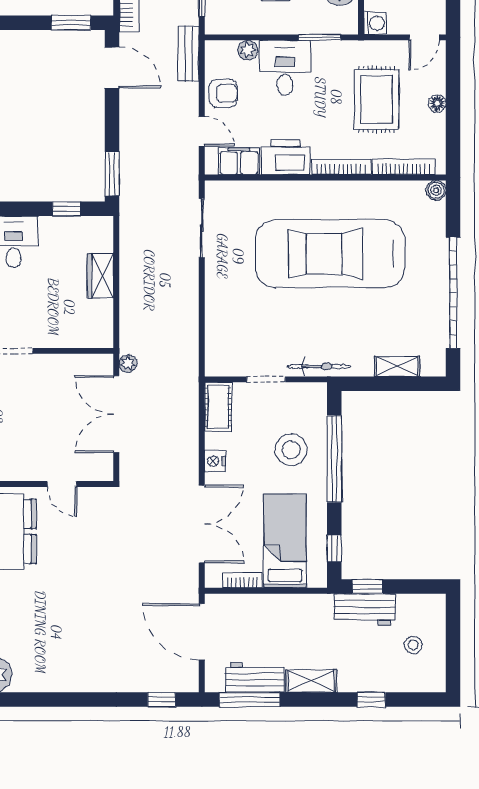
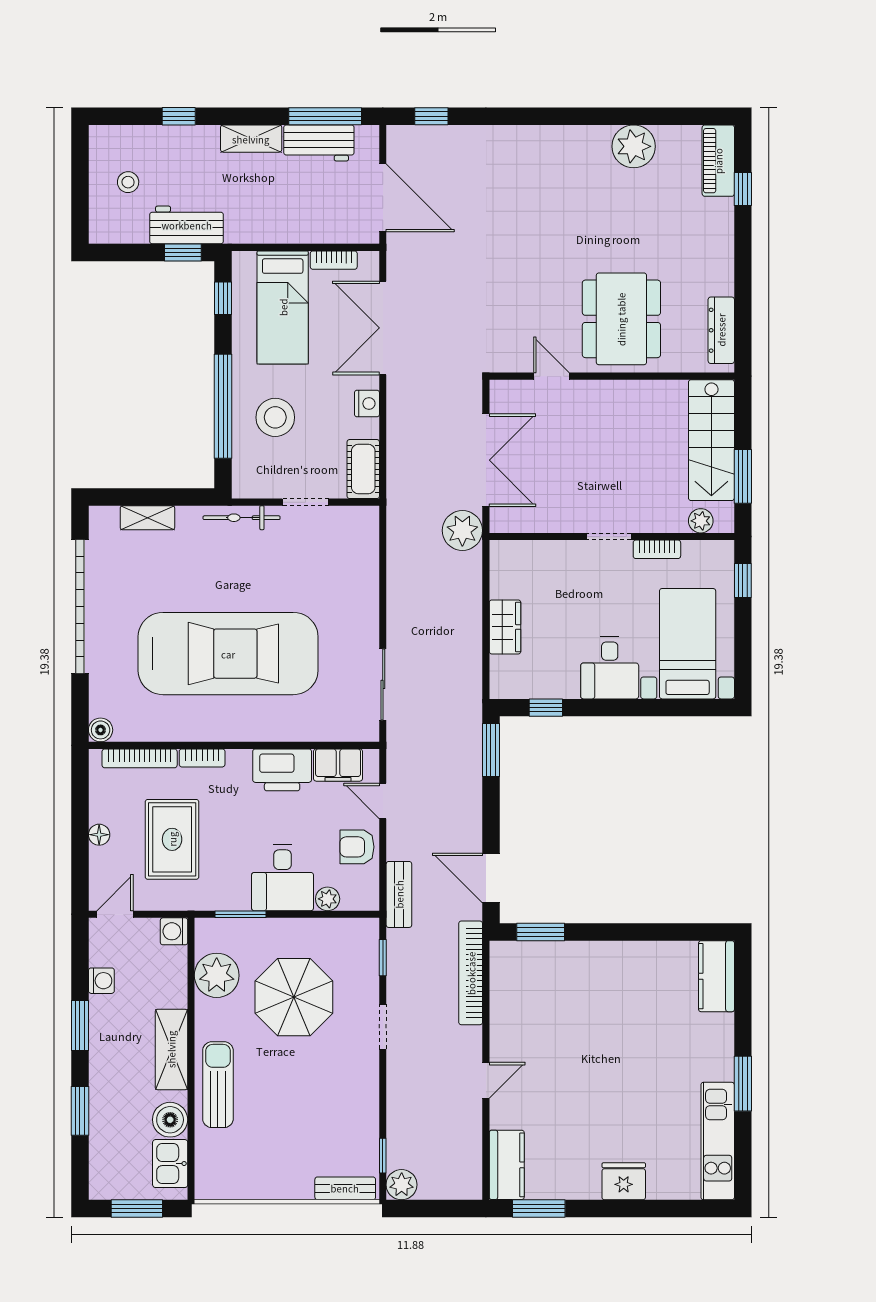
bookcase: (341, 167) -> (202, 758), width x0.64
plant: (128, 364) -> (462, 530), width x1.88, depth x1.88

